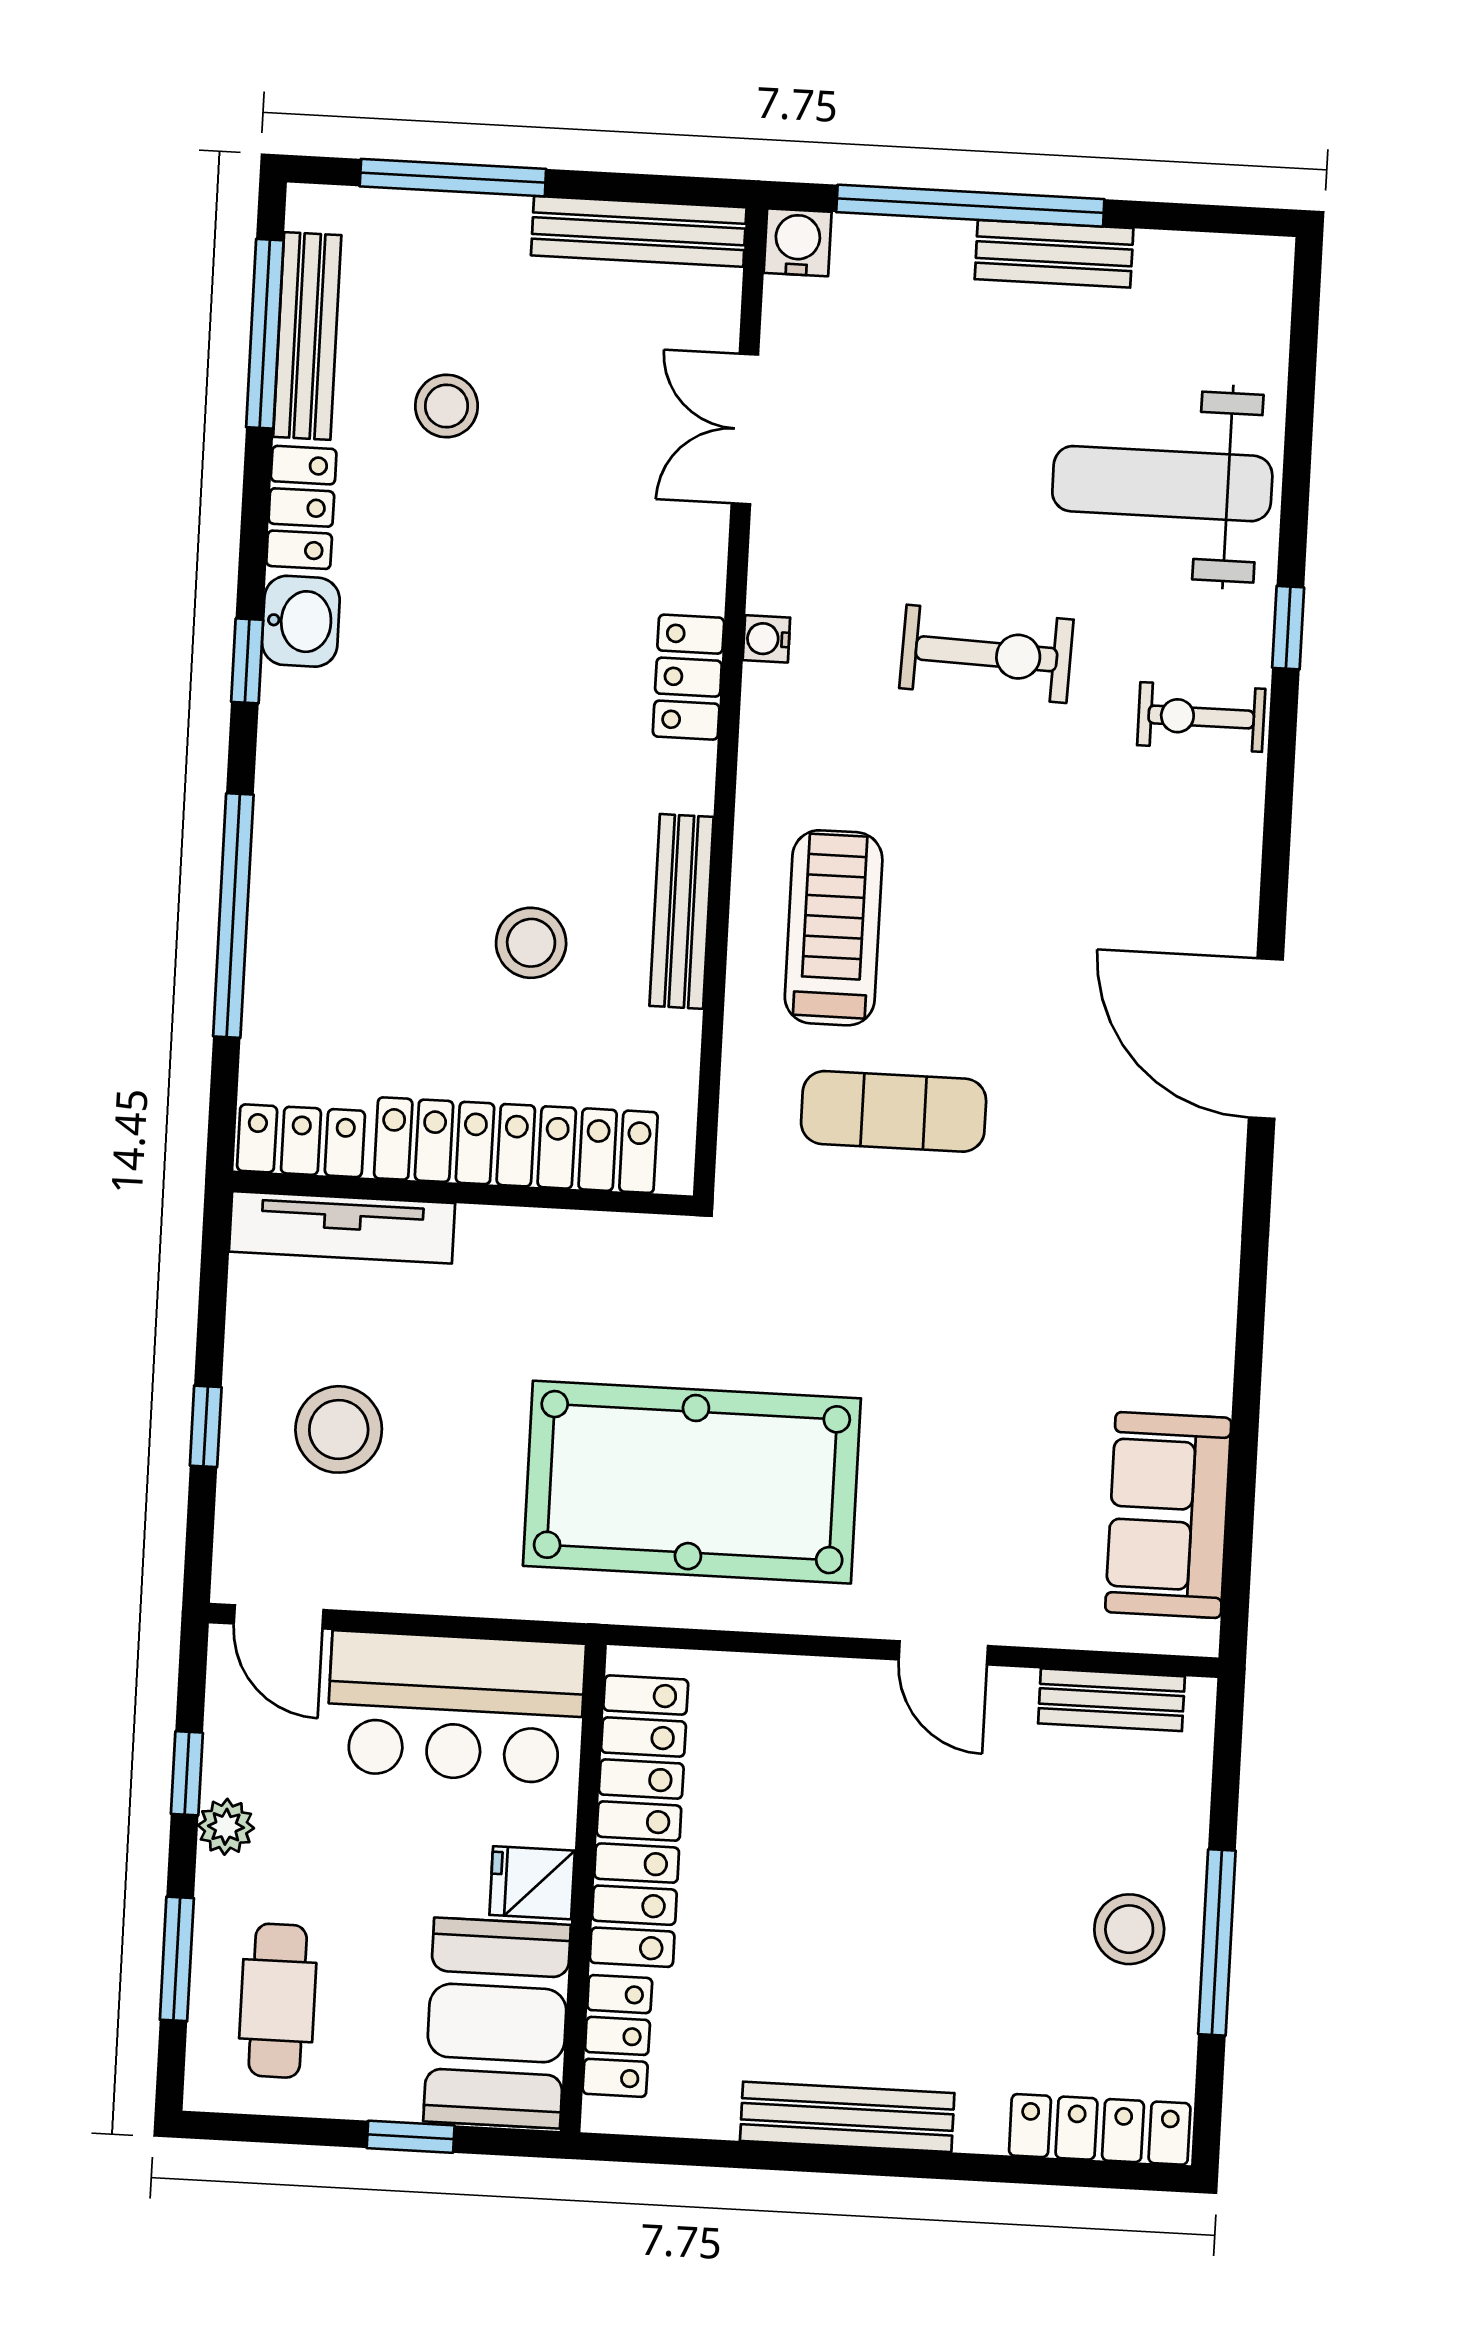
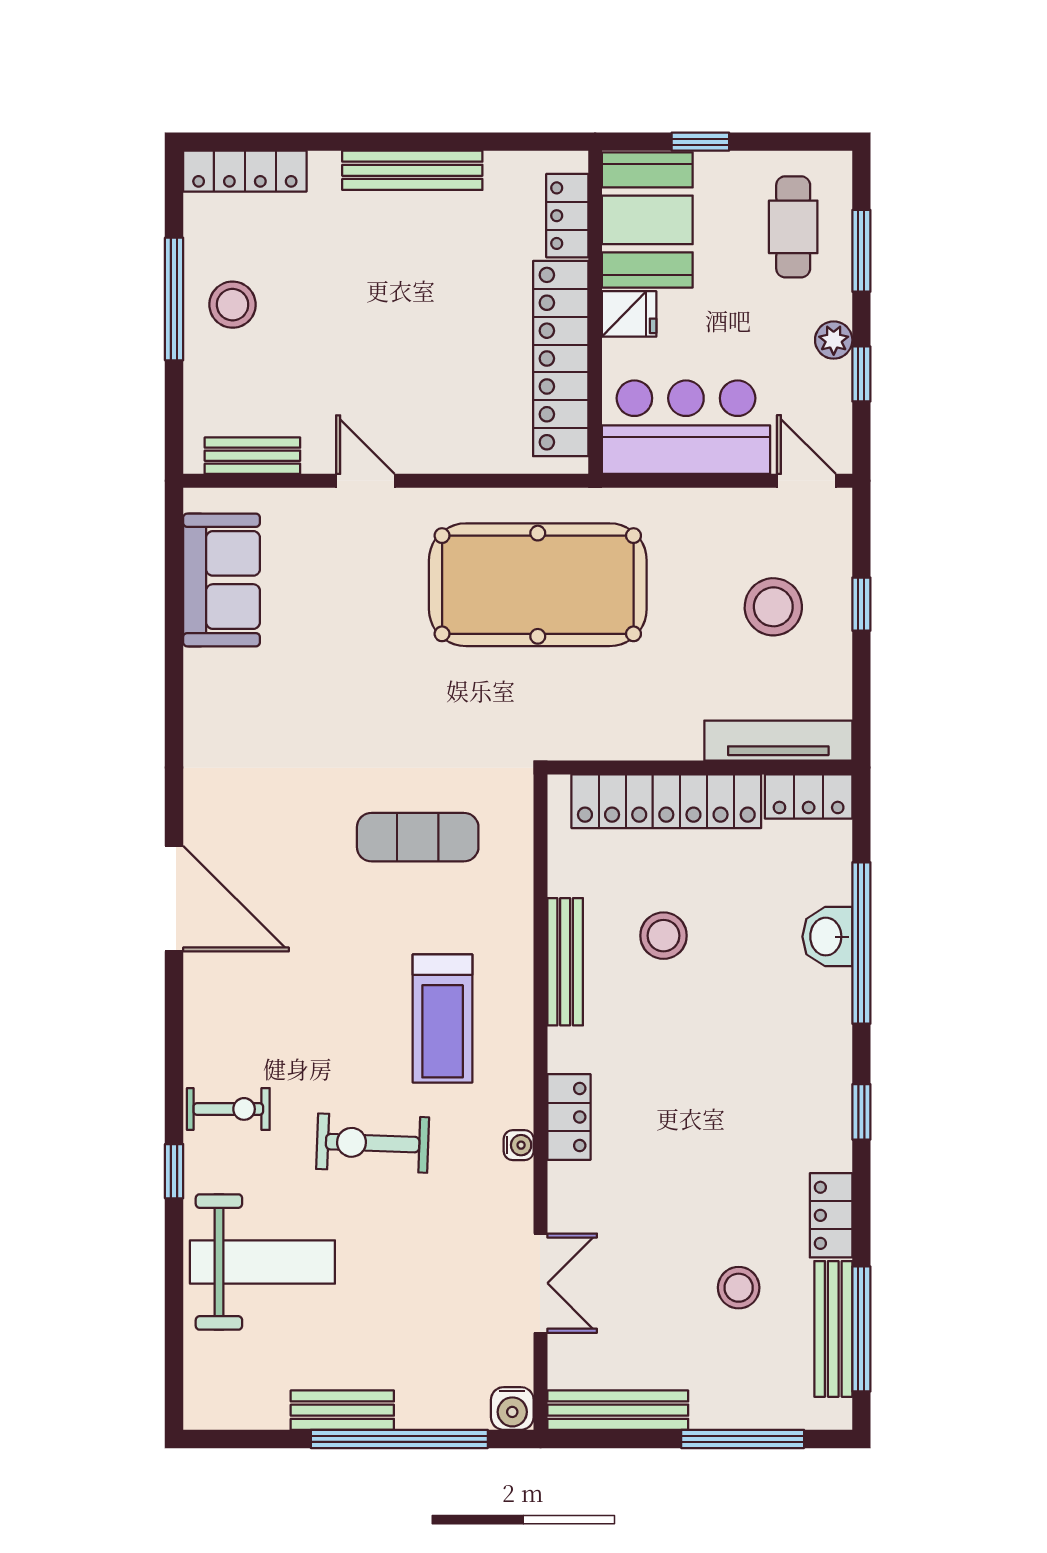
washbasin: (301, 621) -> (827, 937), moved
treadmill: (834, 928) -> (443, 1018), moved

